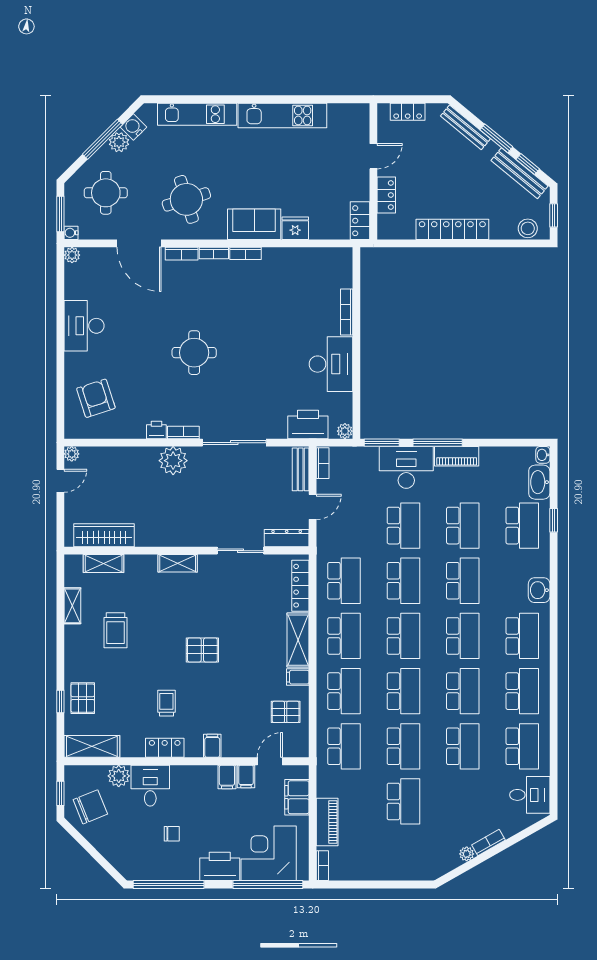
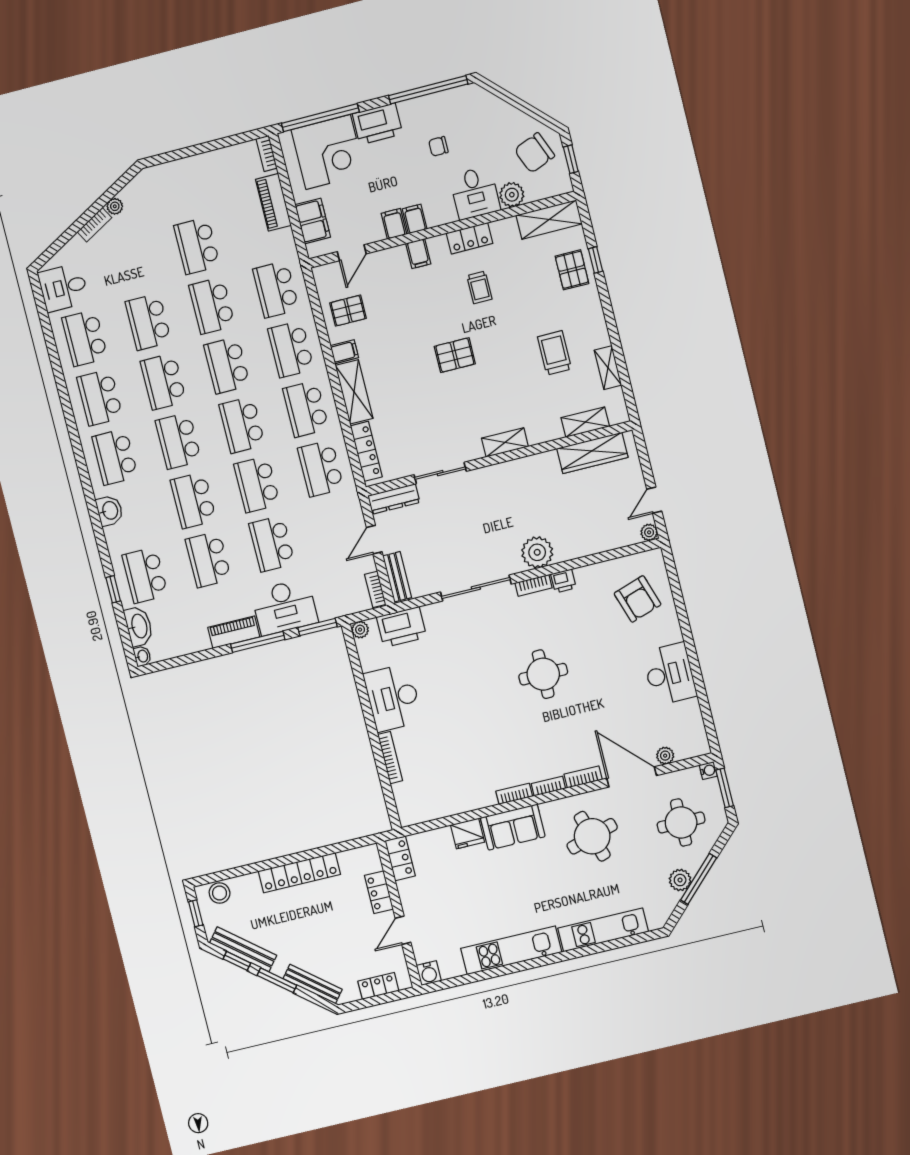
water cooler: (133, 127) -> (429, 973), moved, turned 45
plant: (72, 255) -> (665, 756), moved
filing cabinet: (246, 776) -> (415, 219), moved

